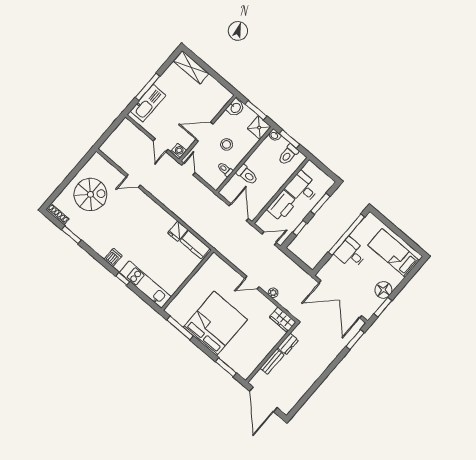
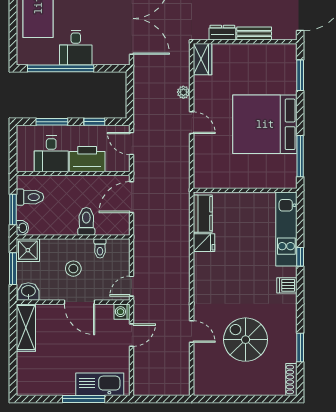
shelving: (191, 67) -> (26, 328), moved
spiral stairs: (90, 194) -> (246, 340), moved

